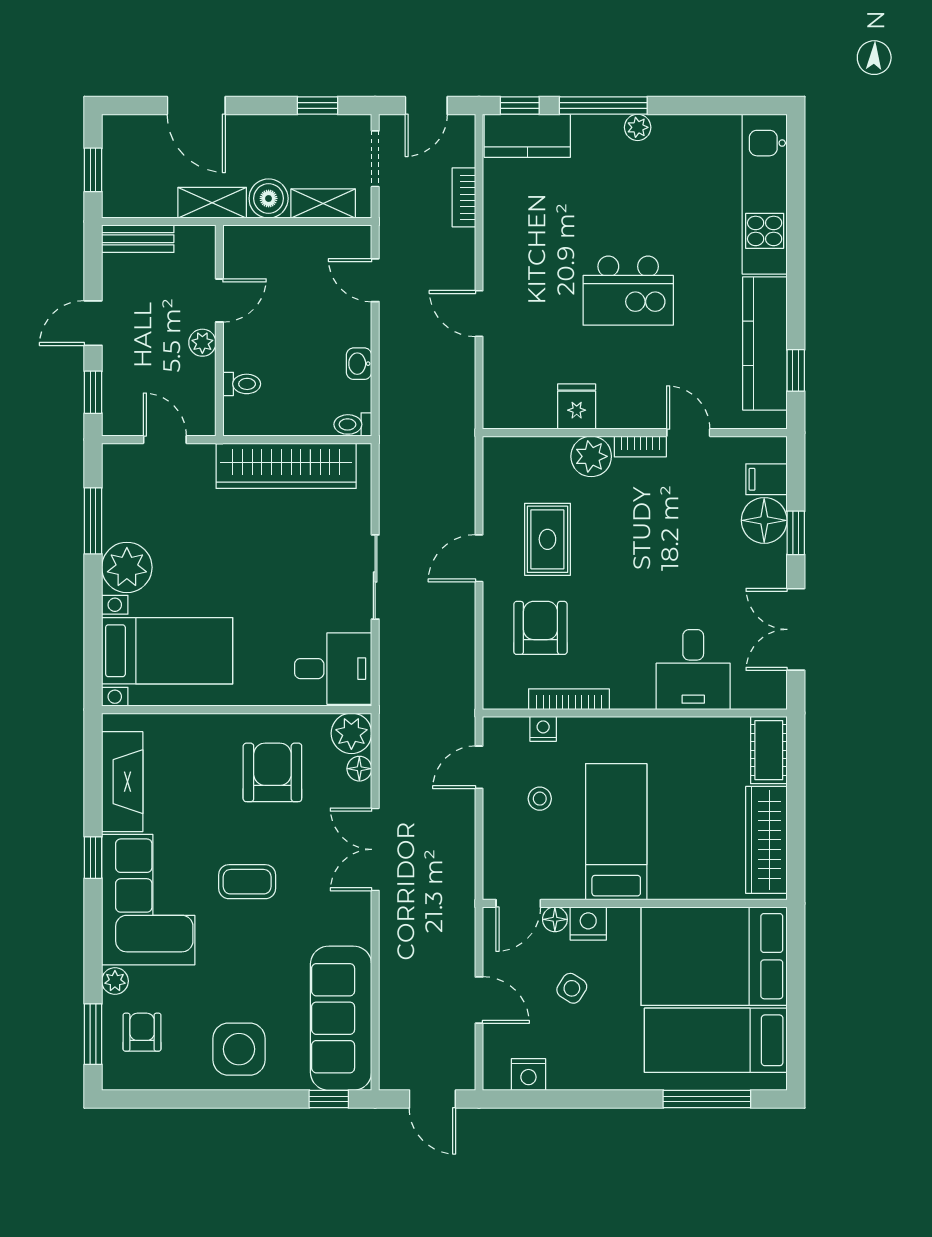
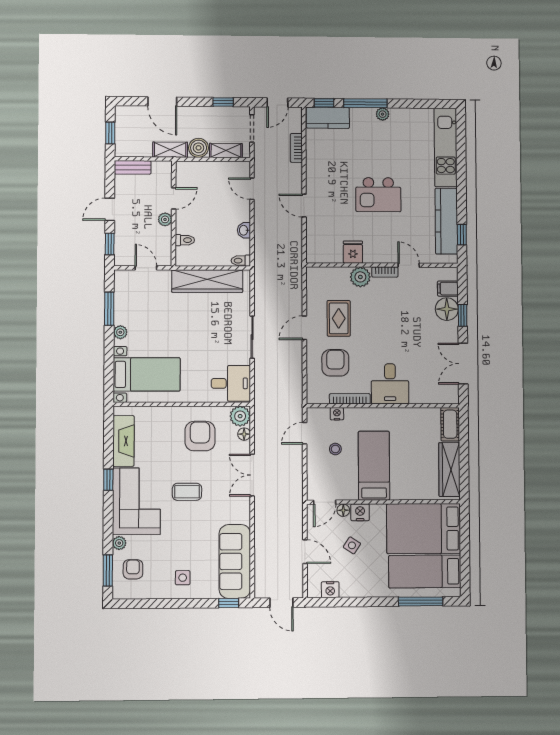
plant: (127, 567) -> (120, 332), width x0.53, depth x0.53
desk: (693, 670) -> (390, 384), moved
side table: (239, 1049) -> (183, 578), width x0.54, depth x0.54

